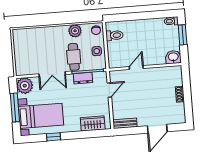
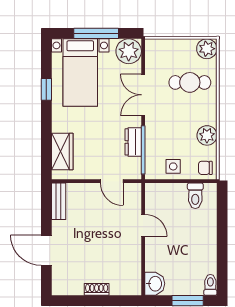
plant: (19, 35) -> (207, 49), added
cafe table: (74, 57) -> (190, 82), moved

